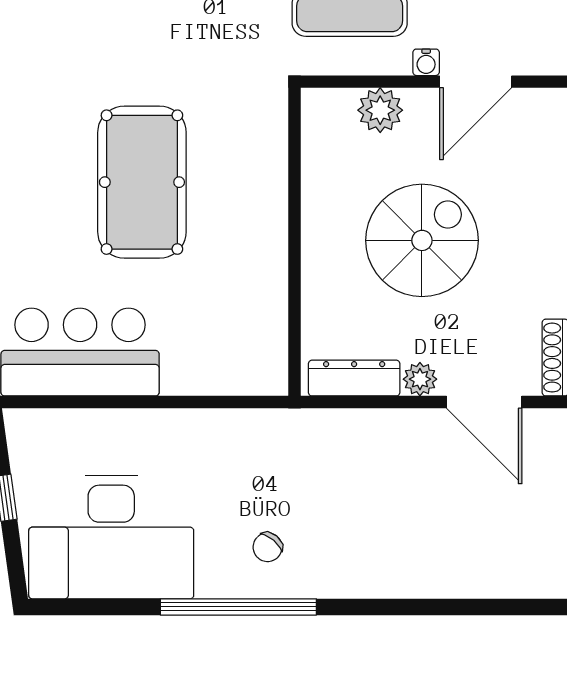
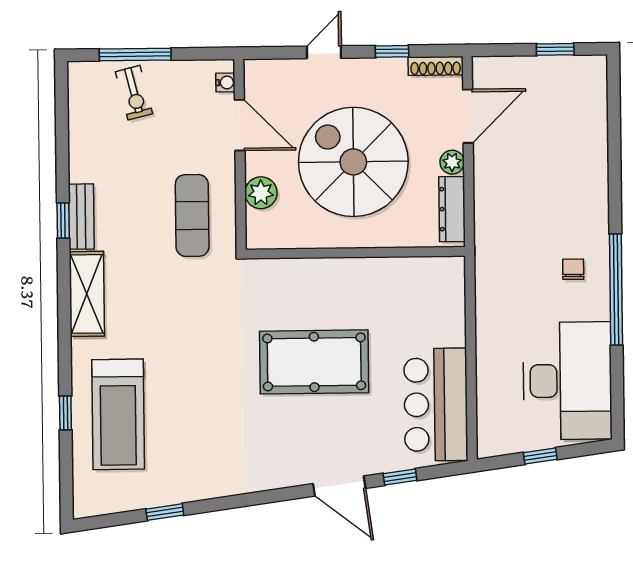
water cooler: (426, 62) -> (225, 82), moved
spiral stairs: (422, 240) -> (353, 162), width x1.37, depth x1.37
chair: (268, 547) -> (573, 269), turned -130

